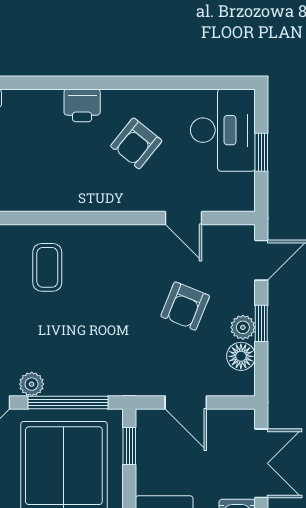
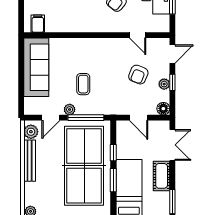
coffee table: (47, 267) -> (83, 84), moved
floor lamp: (241, 356) -> (163, 109), moved
window: (129, 446) -> (113, 153), moved

